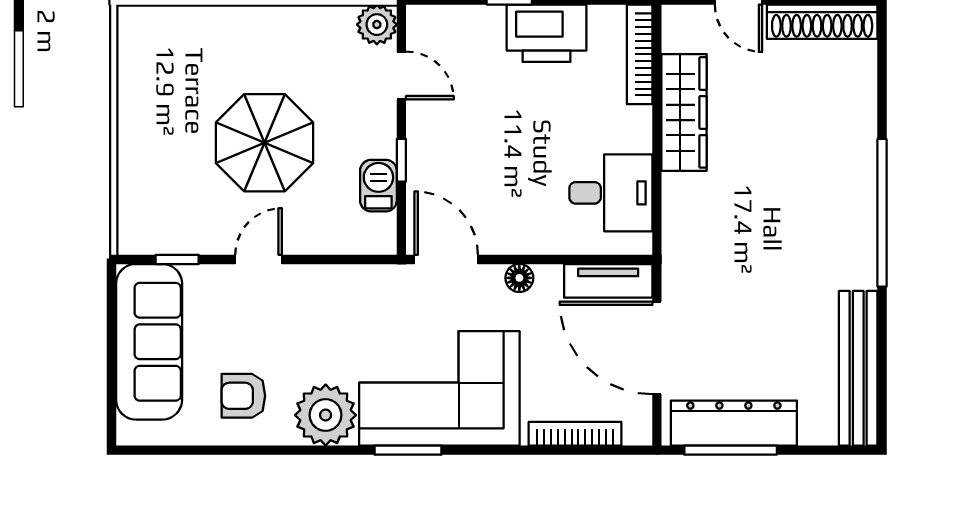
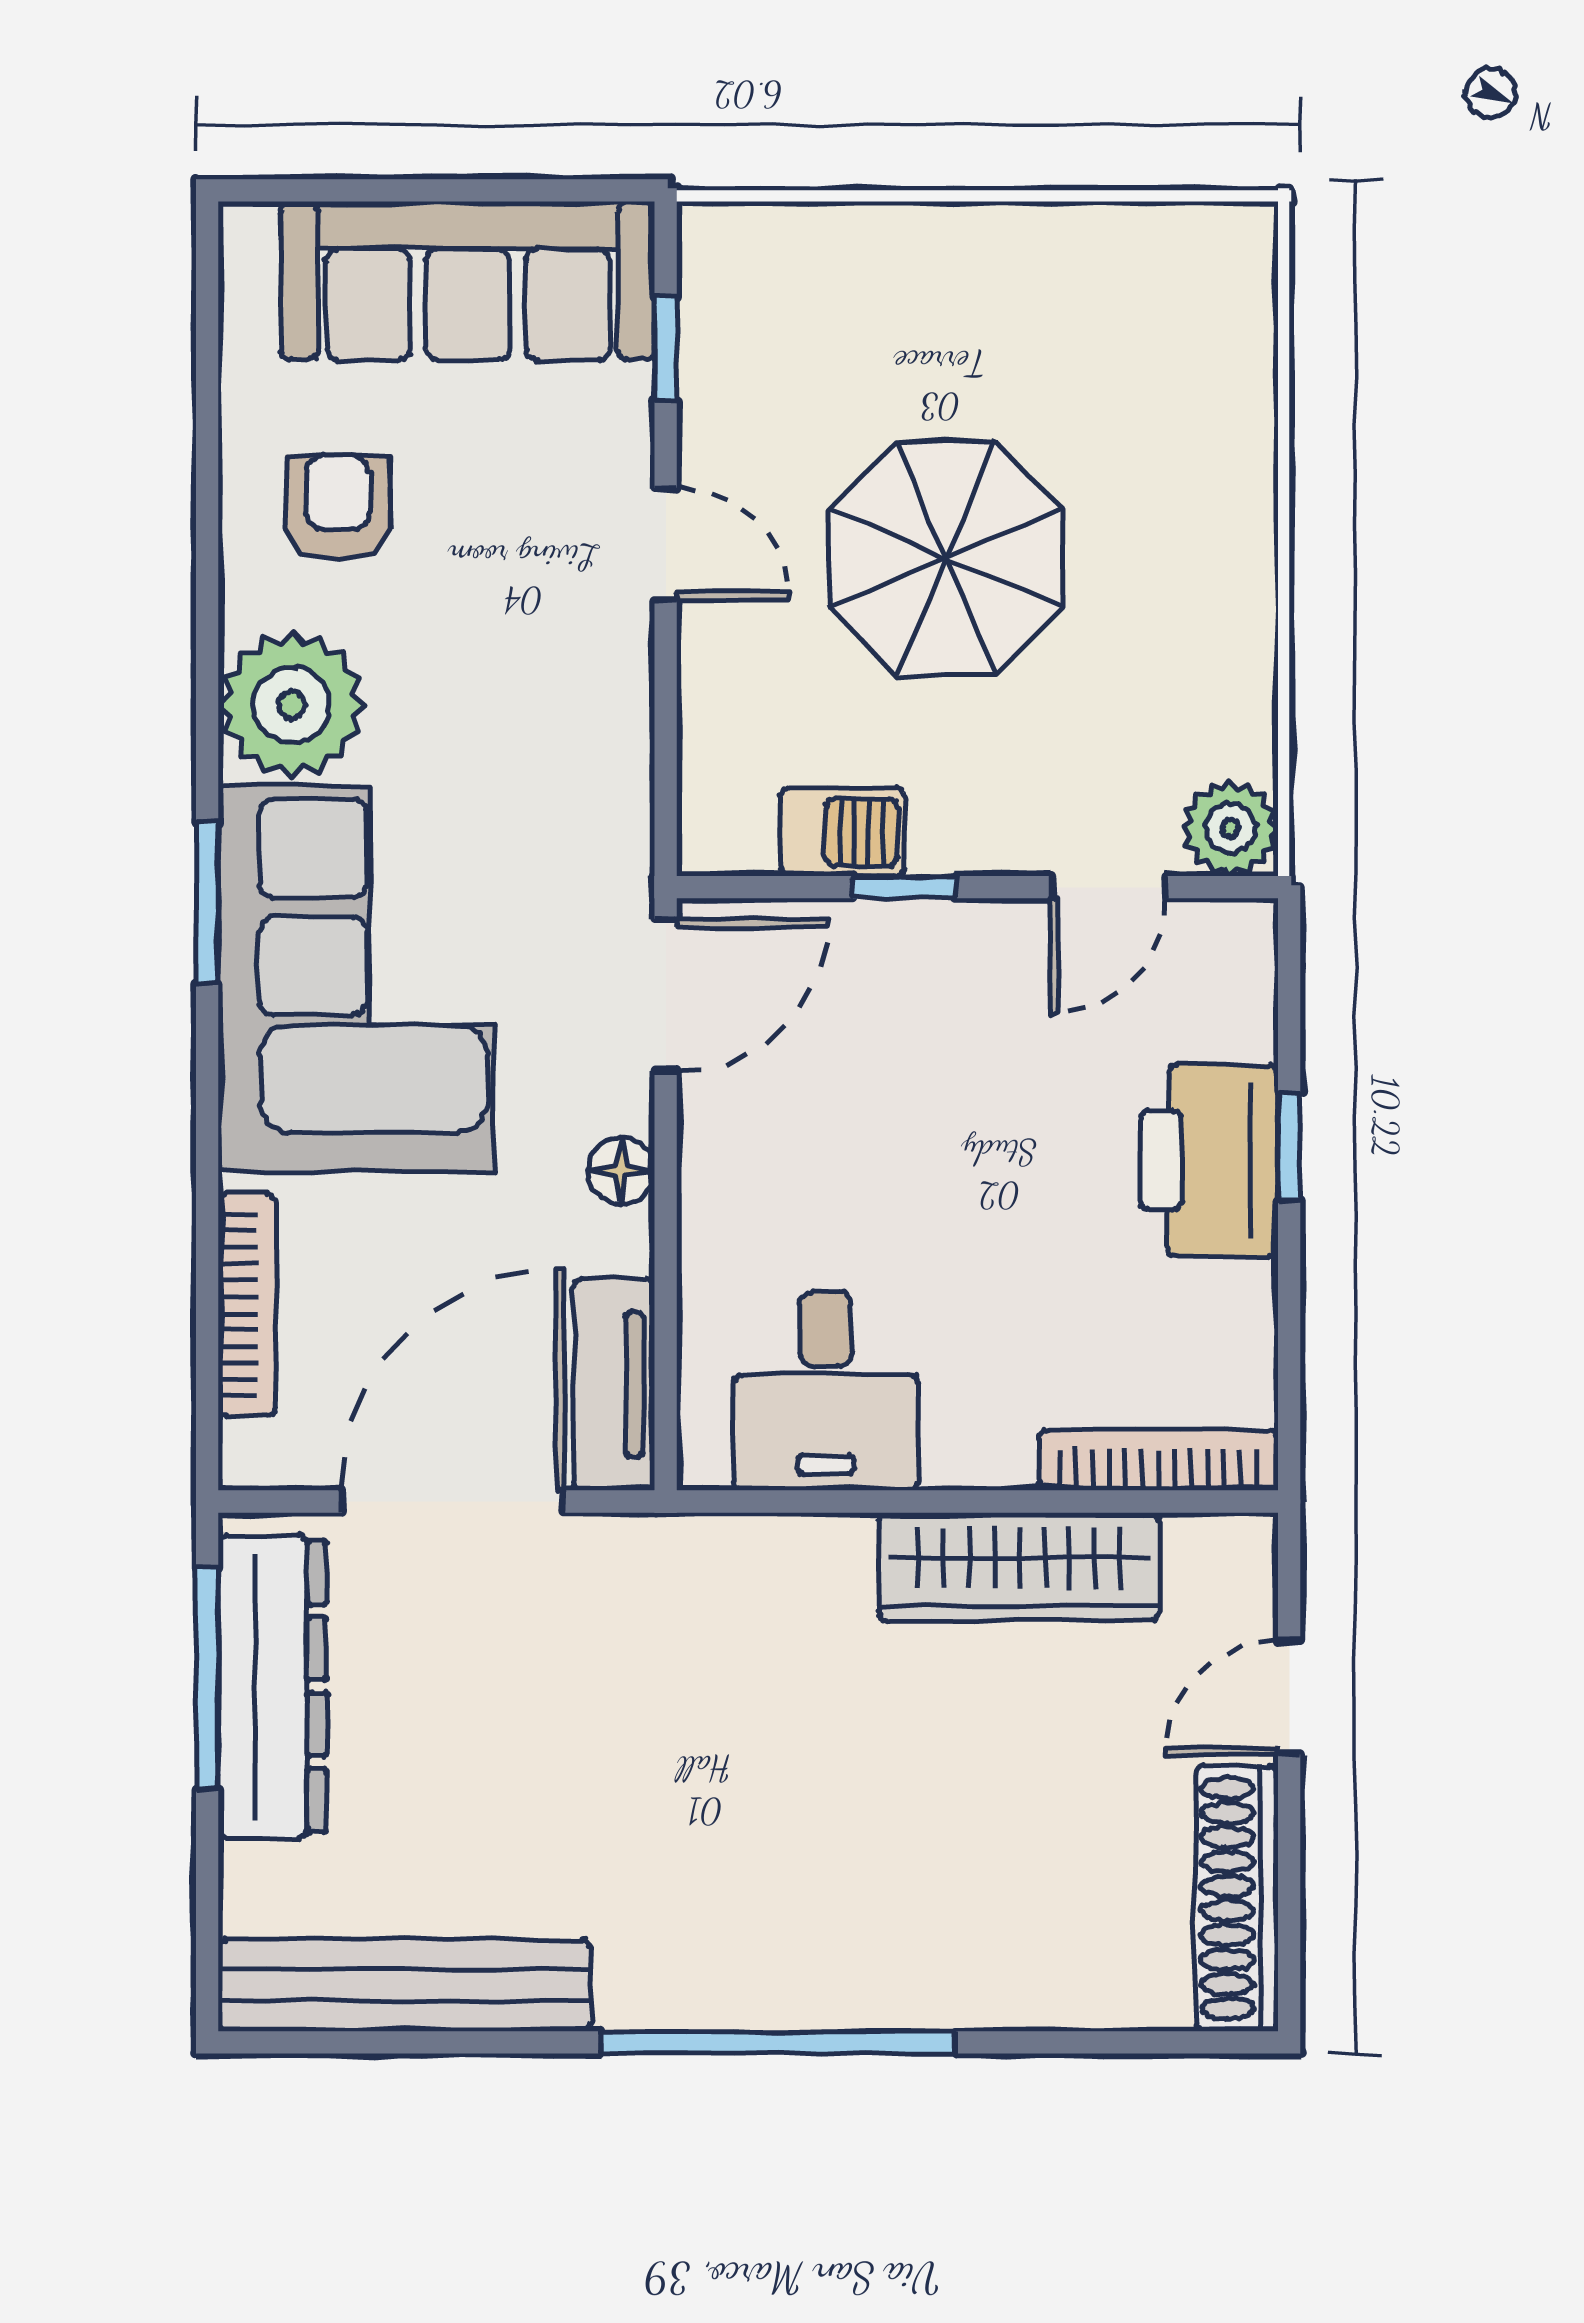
printer: (547, 33) -> (1209, 1160), moved

